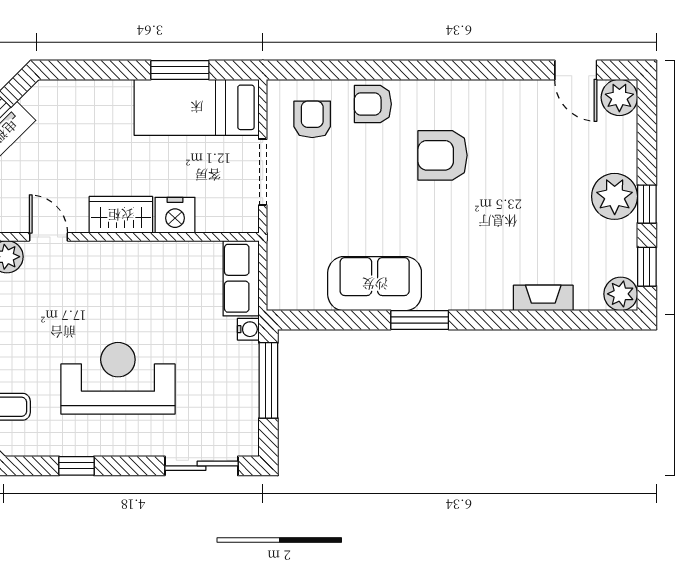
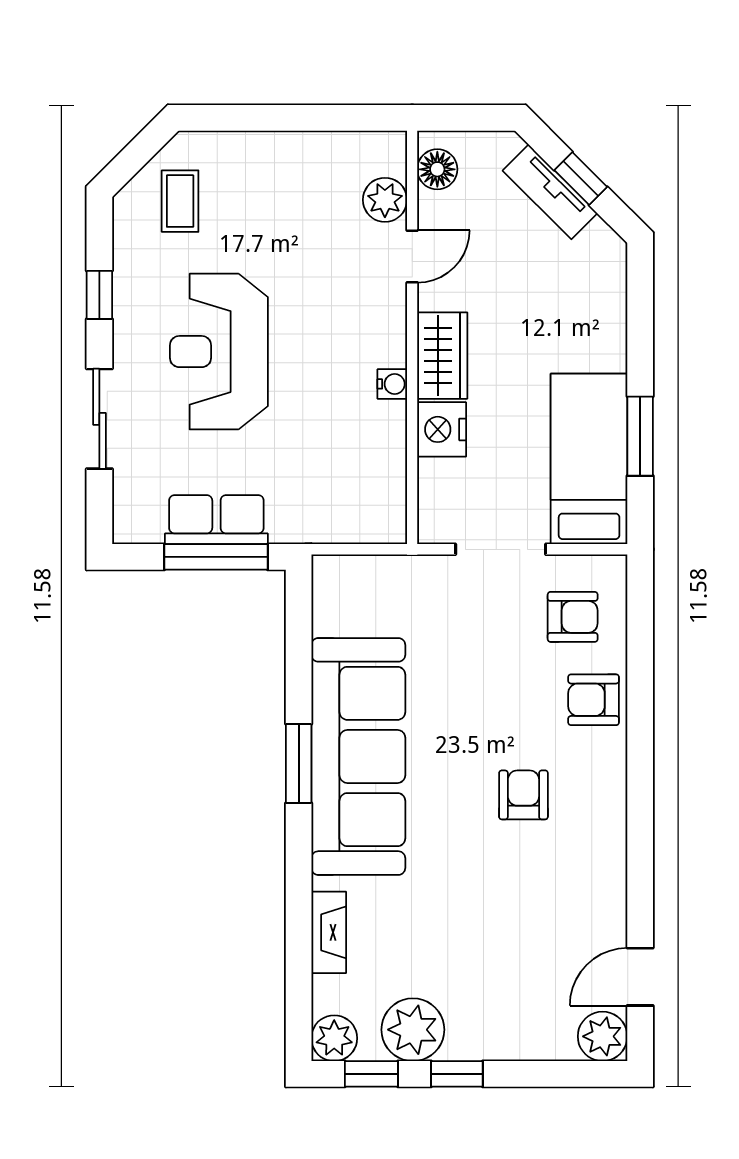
armchair: (373, 104) -> (594, 700), turned -90
armchair: (443, 155) -> (523, 795), width x0.72, depth x0.72
plant: (615, 196) -> (413, 1030), moved
row of seats: (241, 278) -> (216, 520), moved
sofa: (375, 284) -> (358, 756), width x1.85, depth x1.27
water cooler: (248, 329) -> (392, 384), moved, turned -90
reception desk: (118, 378) -> (219, 352), turned 180
sliding door: (201, 466) -> (99, 419), moved

